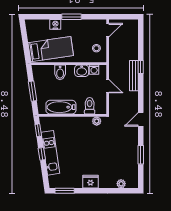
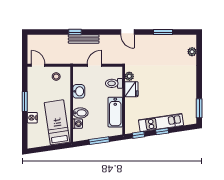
washing machine: (94, 70) -> (78, 124), moved
fridge: (90, 182) -> (131, 89), moved, turned 180

